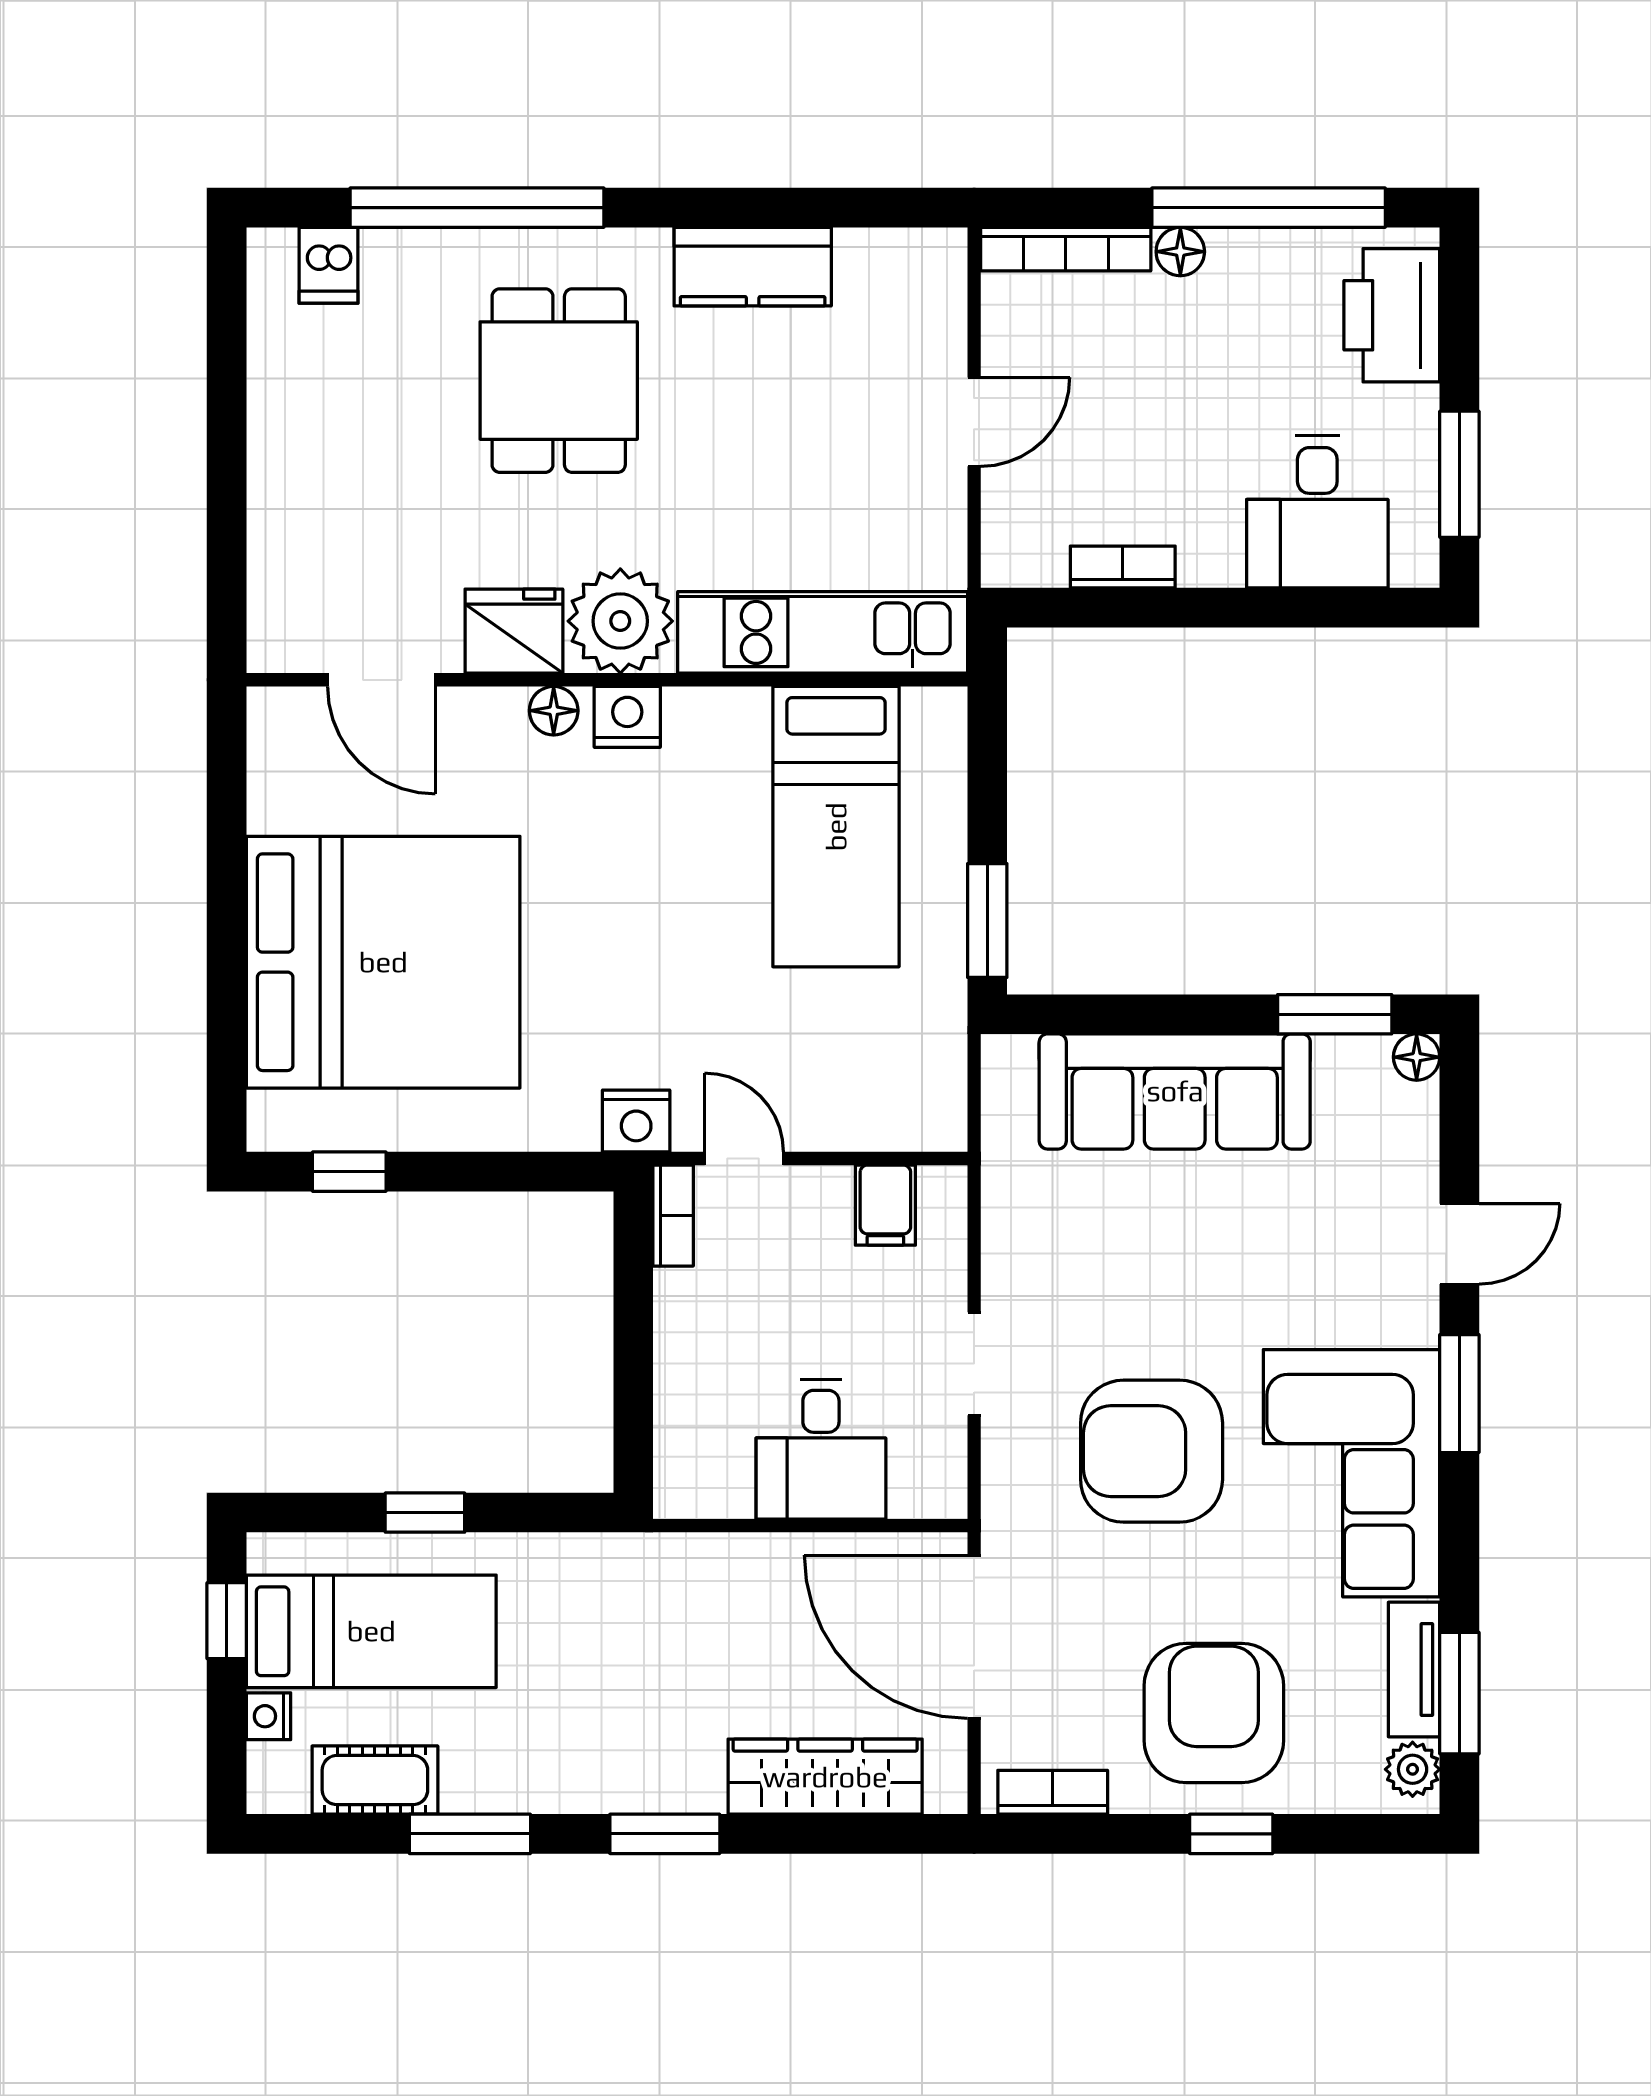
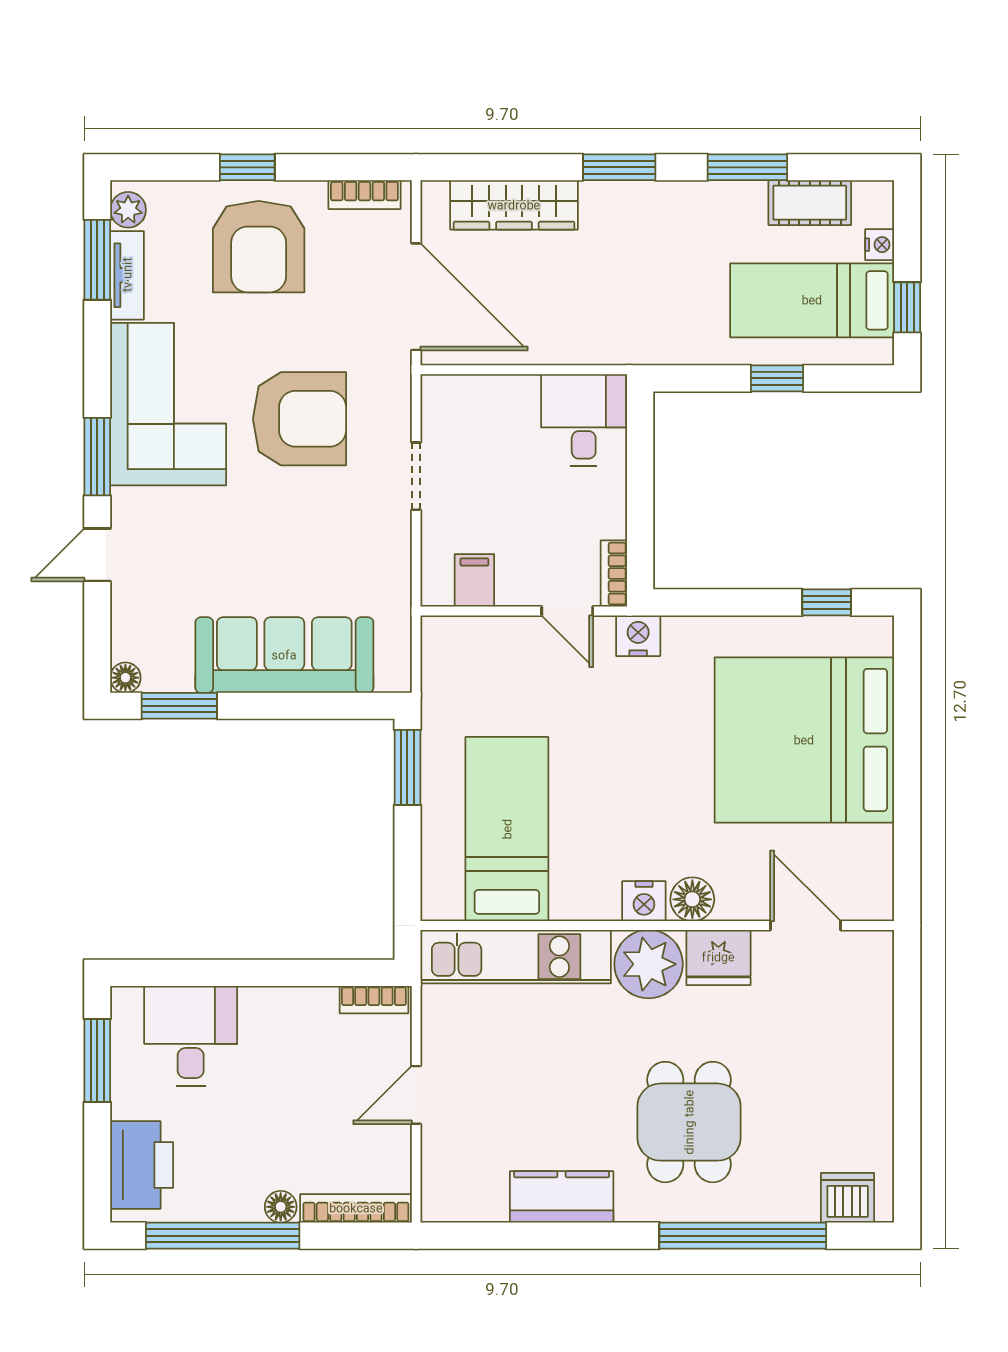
dishwasher: (329, 265) -> (848, 1198), width x1.38
bookcase: (1123, 567) -> (374, 1000), moved
floor lamp: (554, 711) -> (692, 899), width x1.37, depth x1.37
desk: (821, 1449) -> (584, 420), moved

